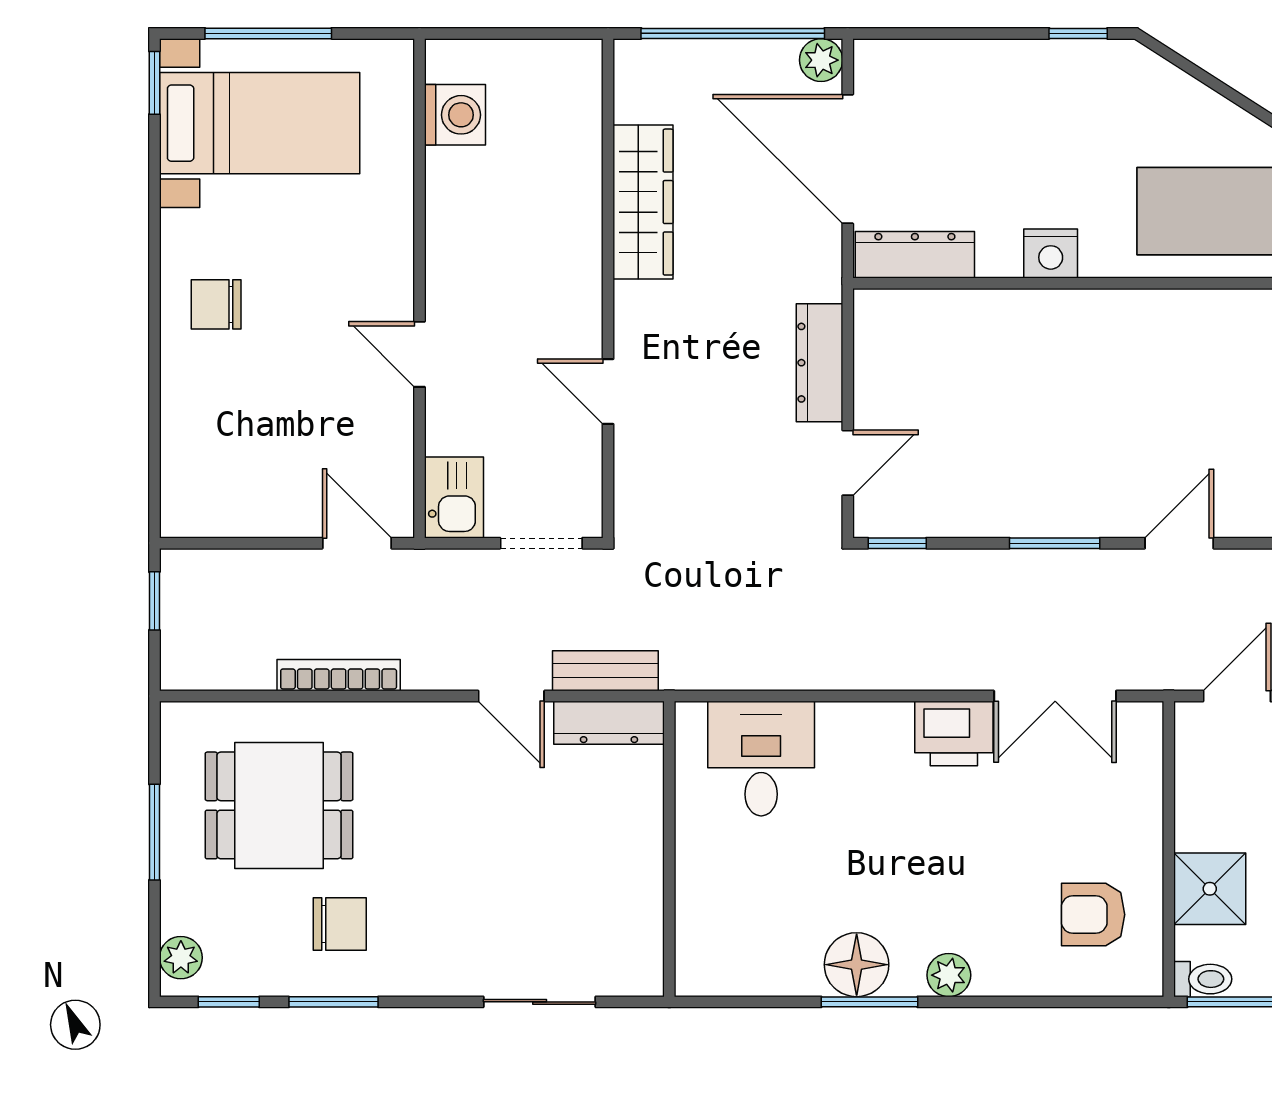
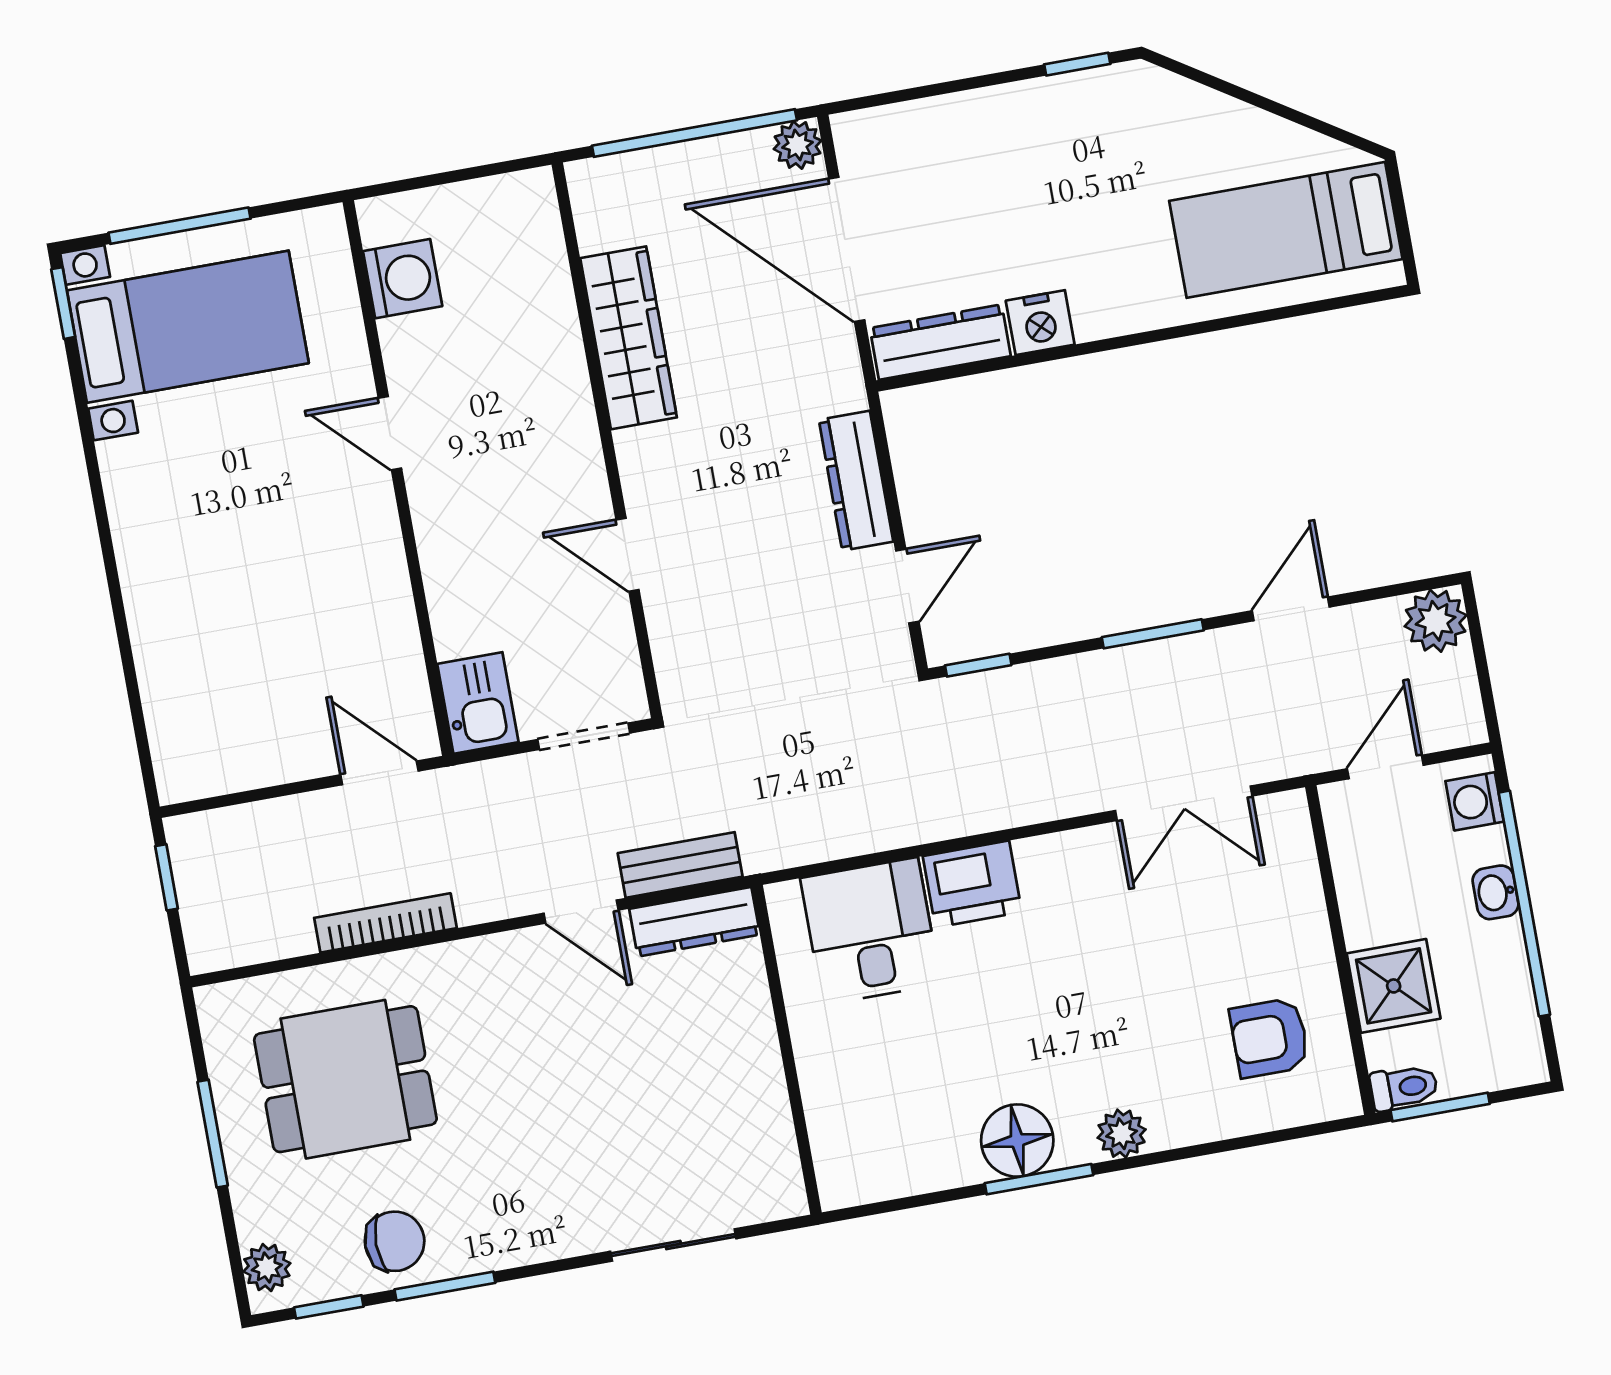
nightstand: (1051, 254) -> (1040, 323), moved
chair: (216, 304) -> (176, 536), removed
door: (419, 354) -> (390, 433), moved
printer: (954, 733) -> (972, 884), moved
chair: (340, 924) -> (395, 1241), moved

